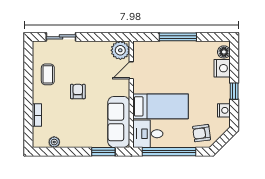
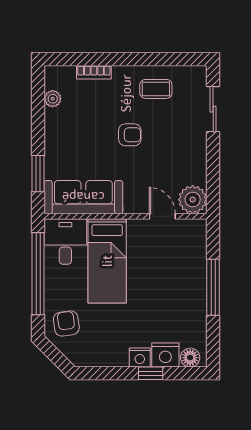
window: (234, 91) -> (151, 373), moved
nightstand: (224, 110) -> (140, 357), moved

